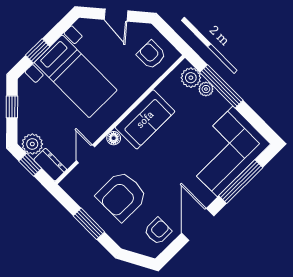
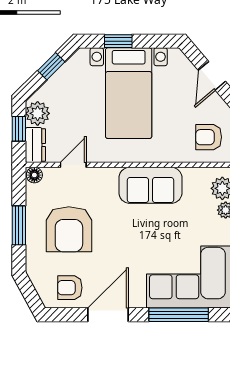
armchair: (151, 55) -> (209, 137), turned -90
floor lamp: (114, 138) -> (34, 175), moved
armchair: (122, 196) -> (69, 229), turned -90
armchair: (158, 231) -> (70, 288), turned 180

